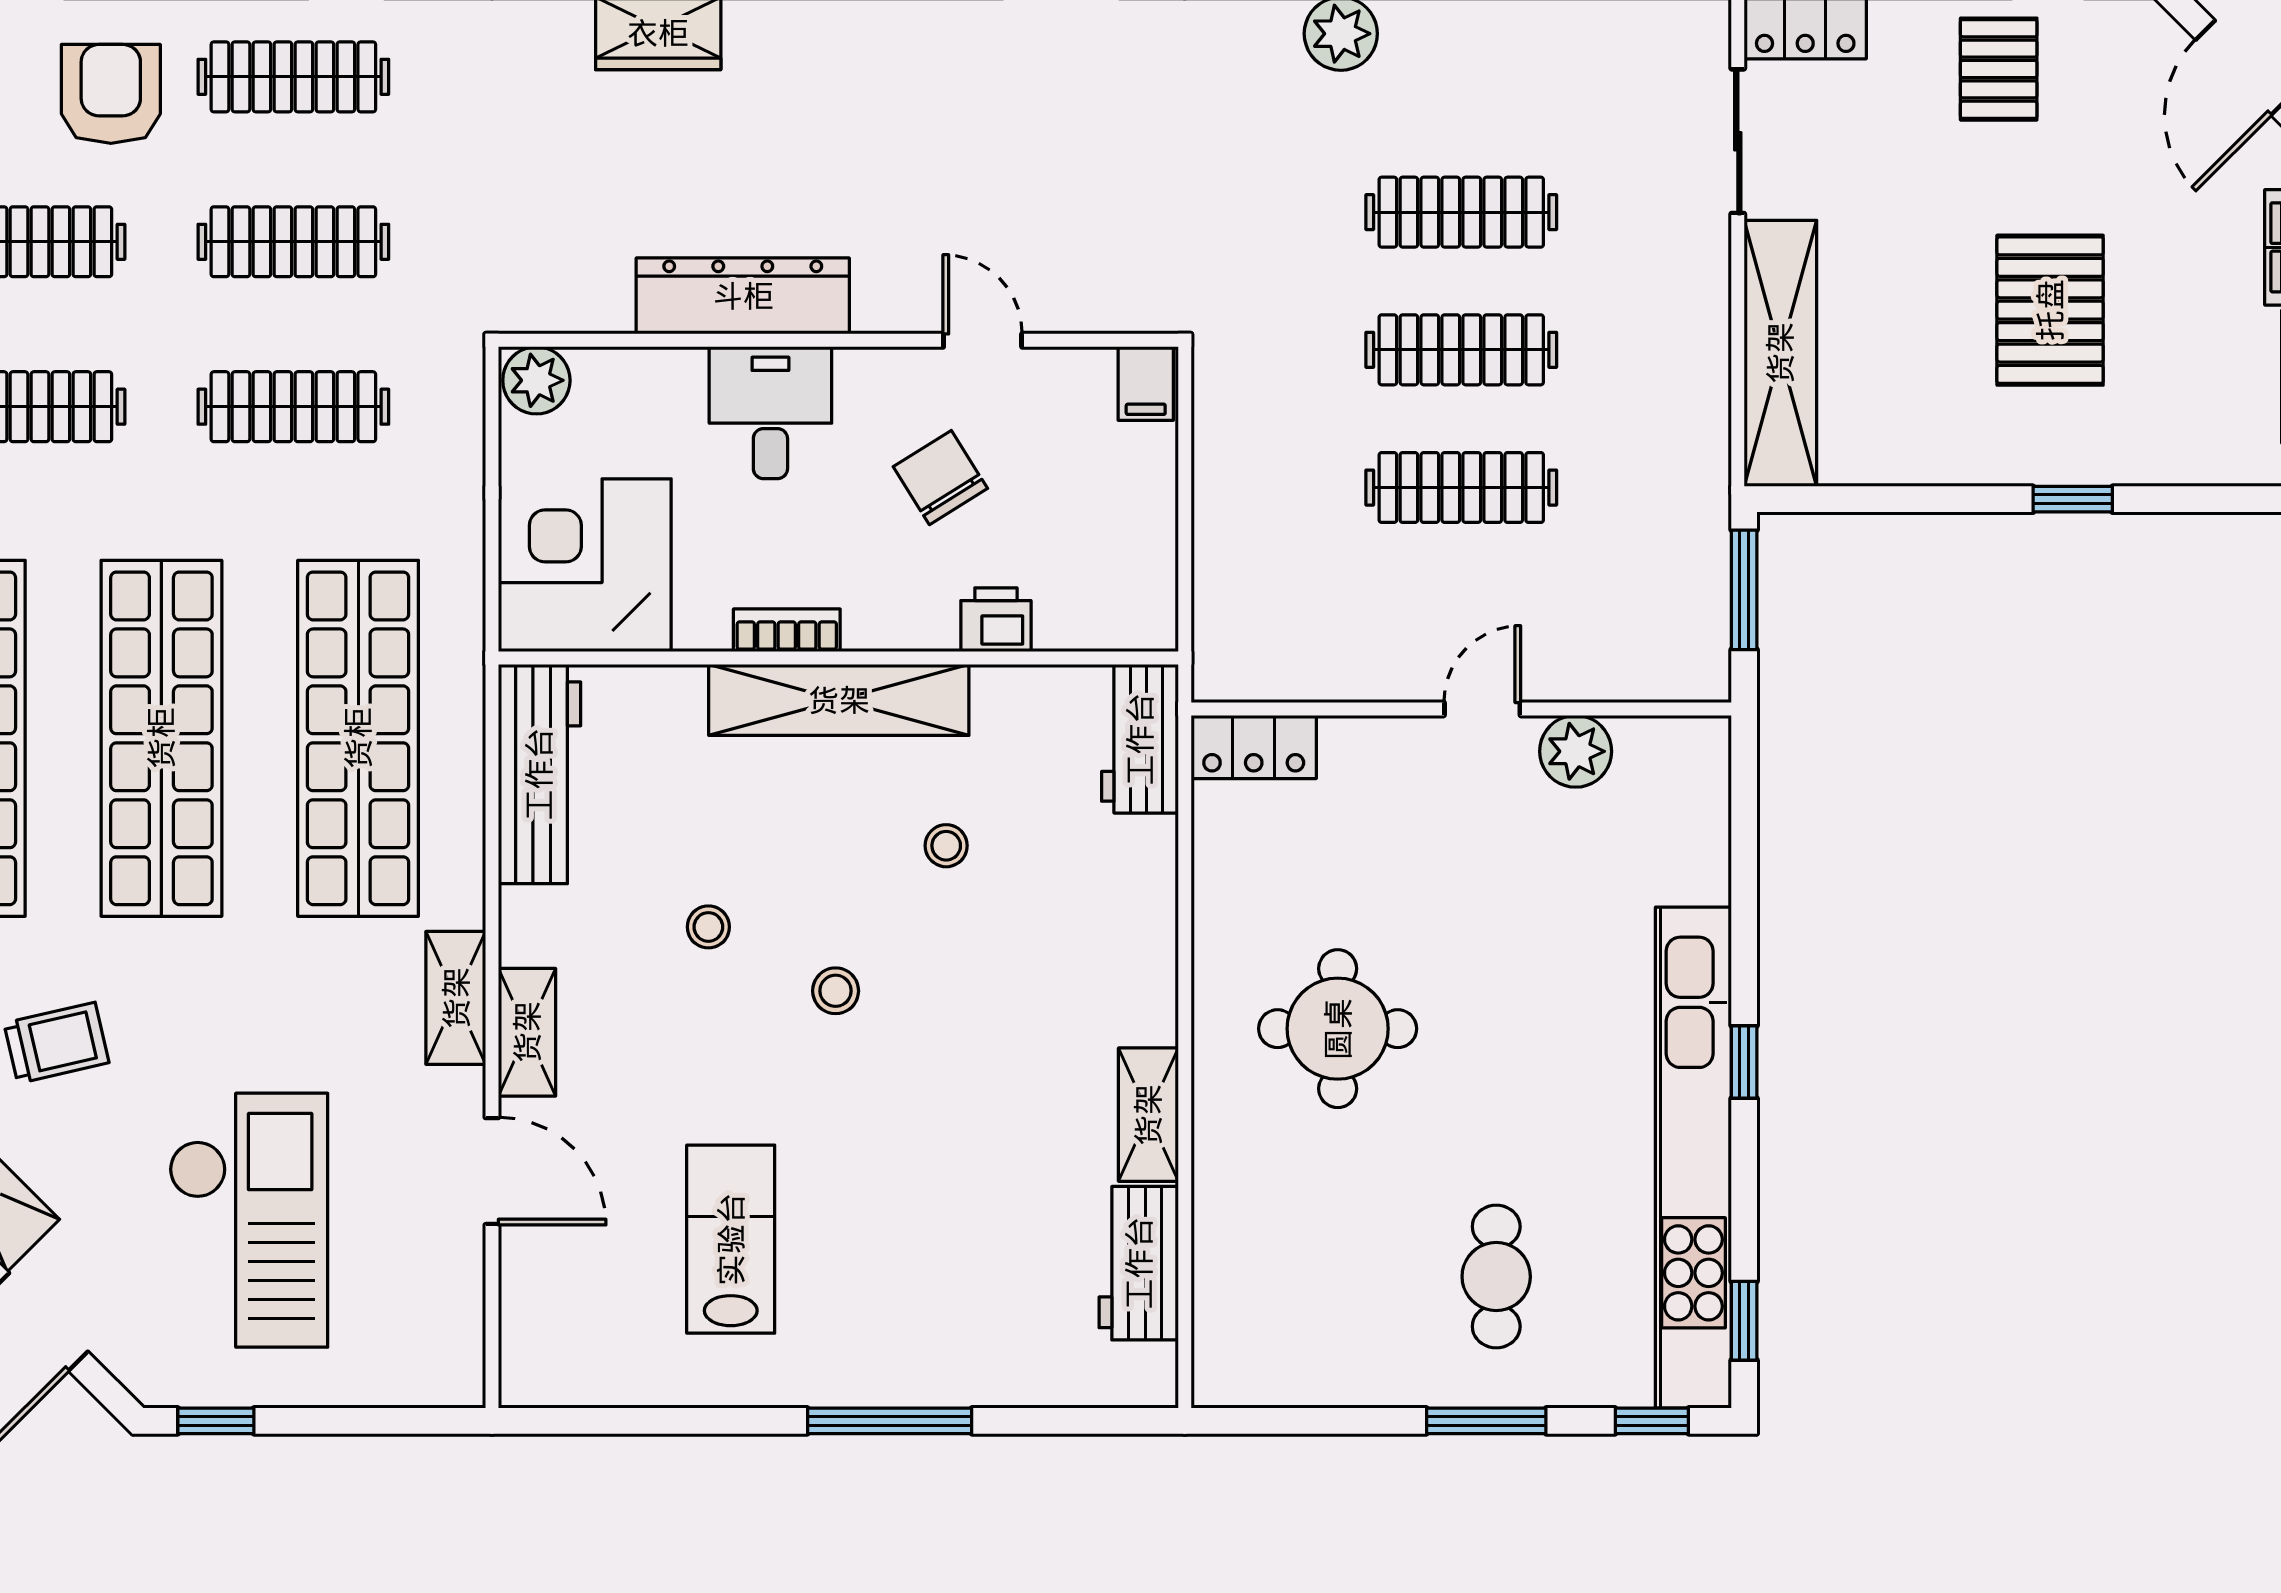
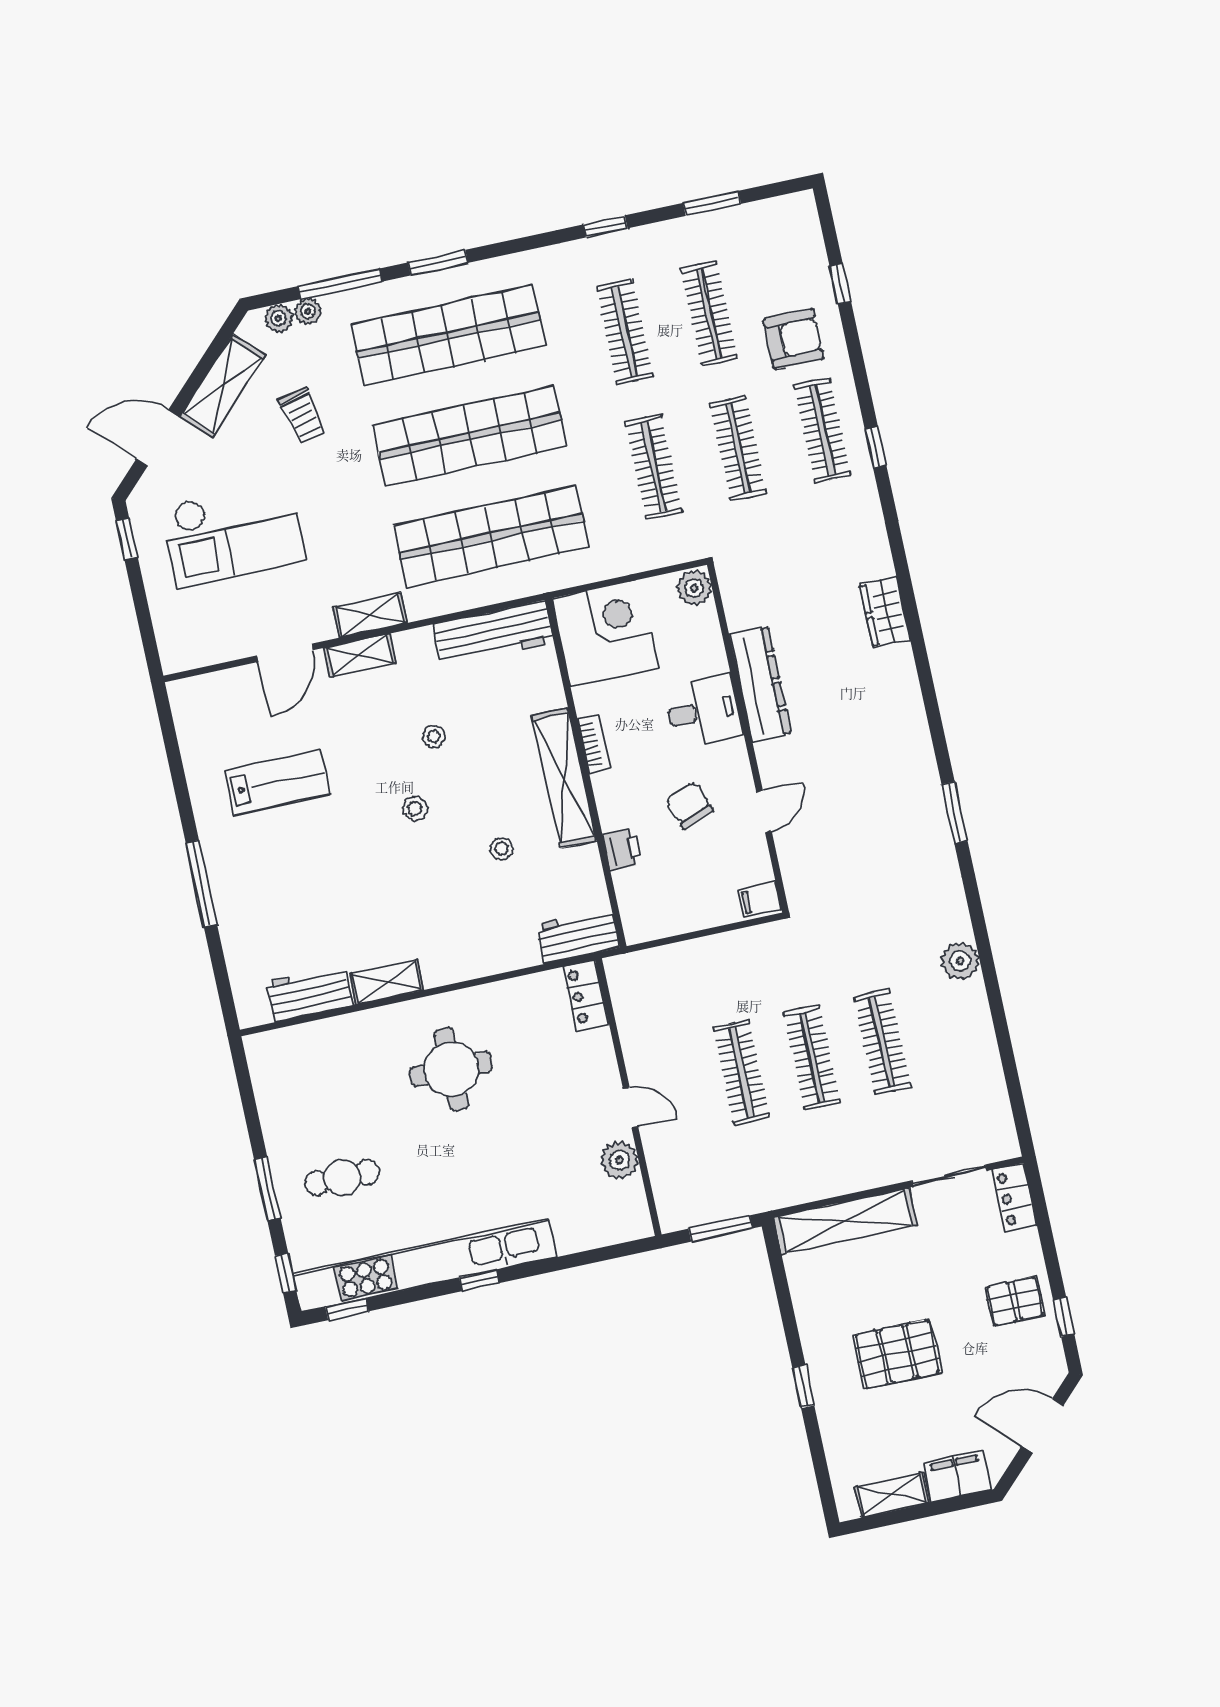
chair: (940, 478) -> (689, 805), turned -78

